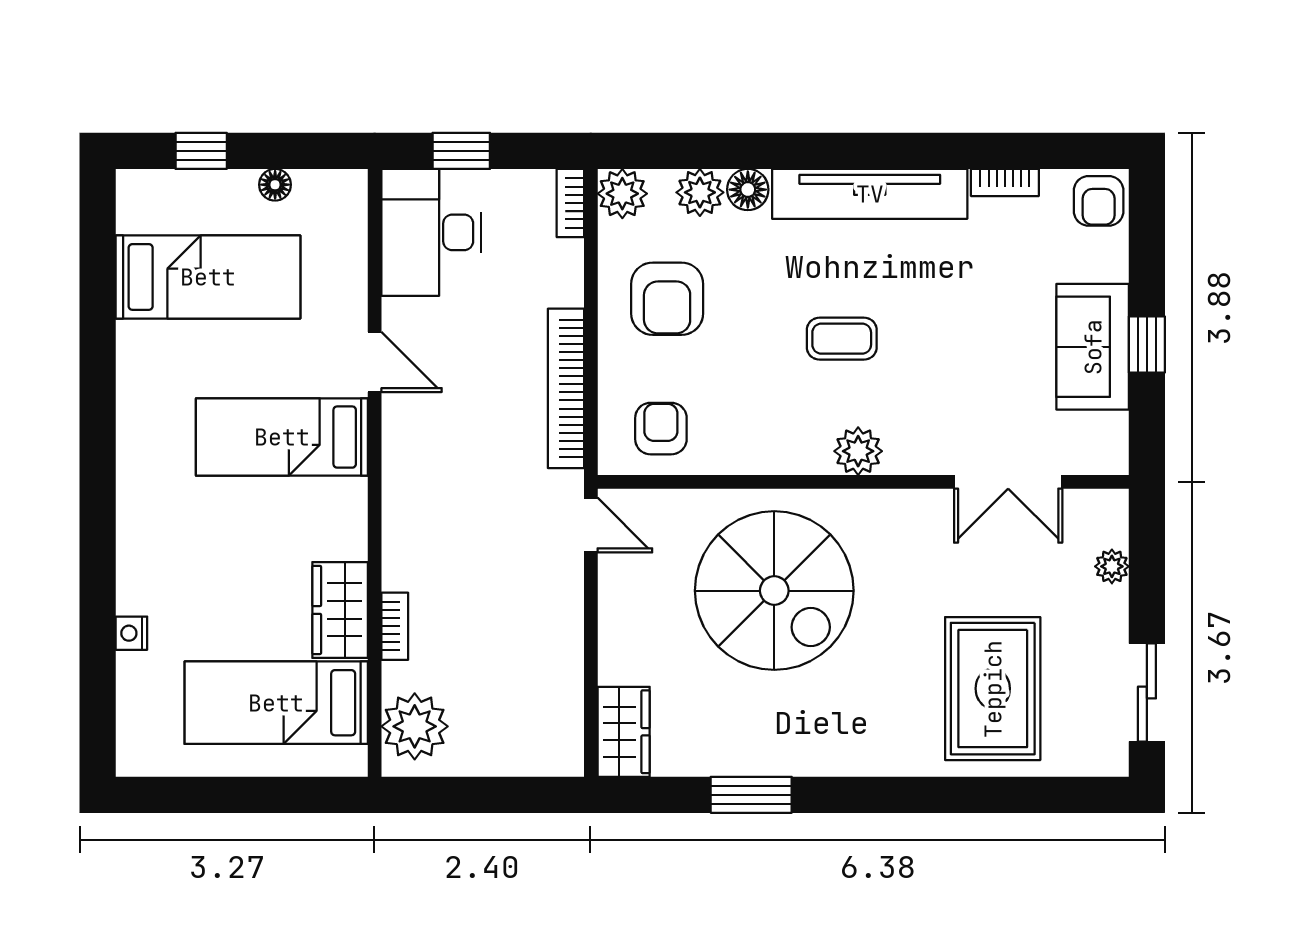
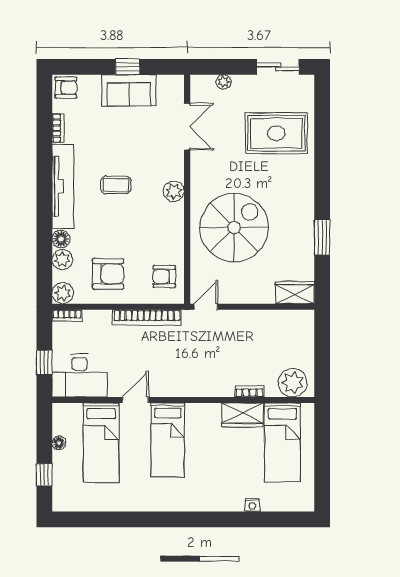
bed: (208, 277) -> (101, 443), moved, turned 180
coffee table: (842, 339) -> (116, 185), moved, turned 90

